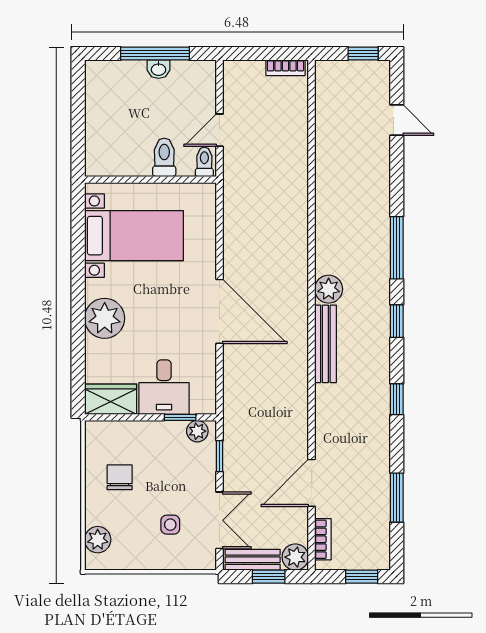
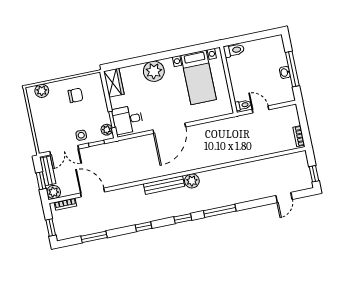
toilet: (164, 157) -> (234, 50), moved
desk: (164, 387) -> (128, 120), moved
side table: (170, 525) -> (81, 135), moved

